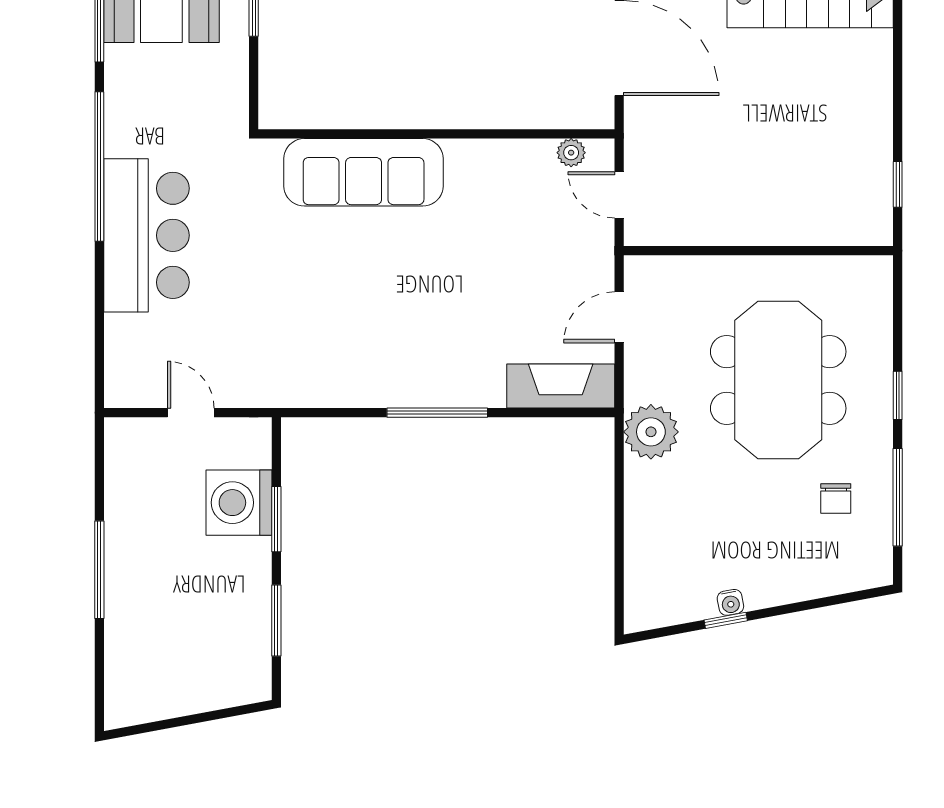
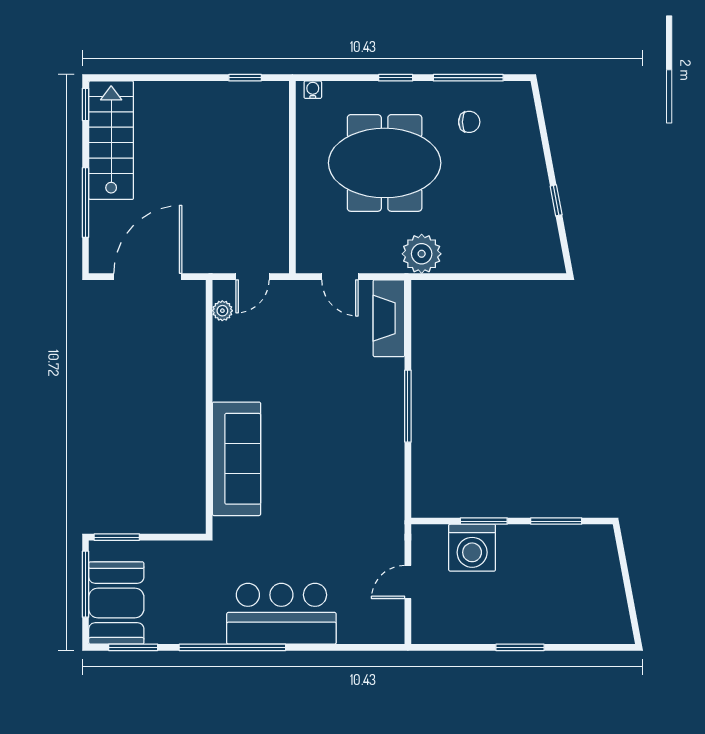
window: (99, 570) -> (520, 647), width x0.69
water cooler: (730, 602) -> (313, 90), moved, turned -79

